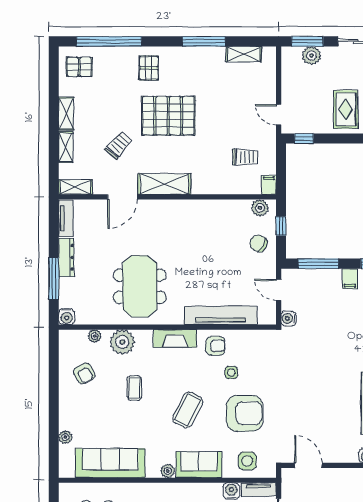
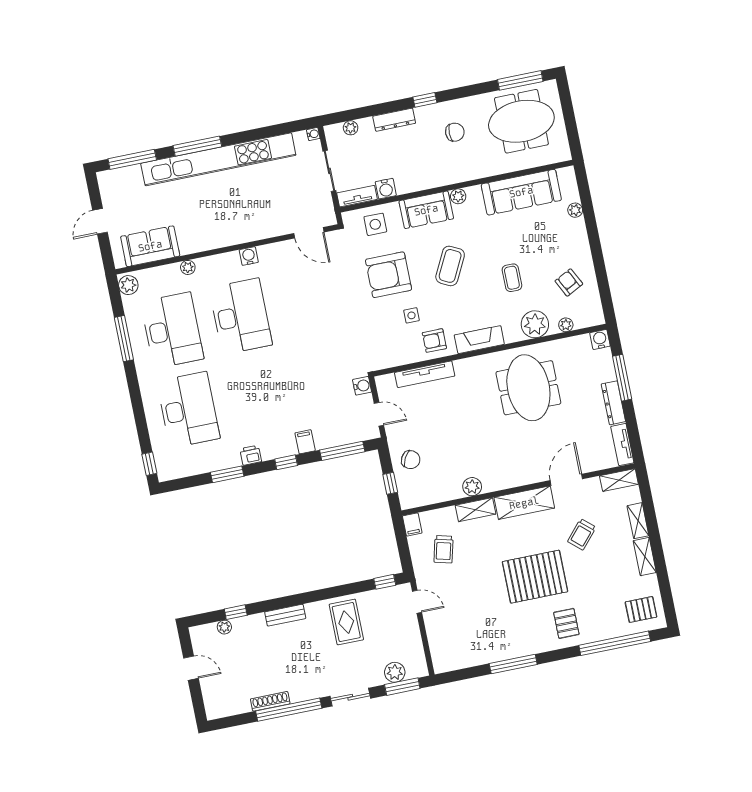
shelving: (244, 54) -> (476, 510), moved
trolley: (245, 157) -> (444, 549), turned -76
plant: (260, 208) -> (472, 487), moved
tv unit: (221, 315) -> (425, 374), width x0.73, depth x0.78

